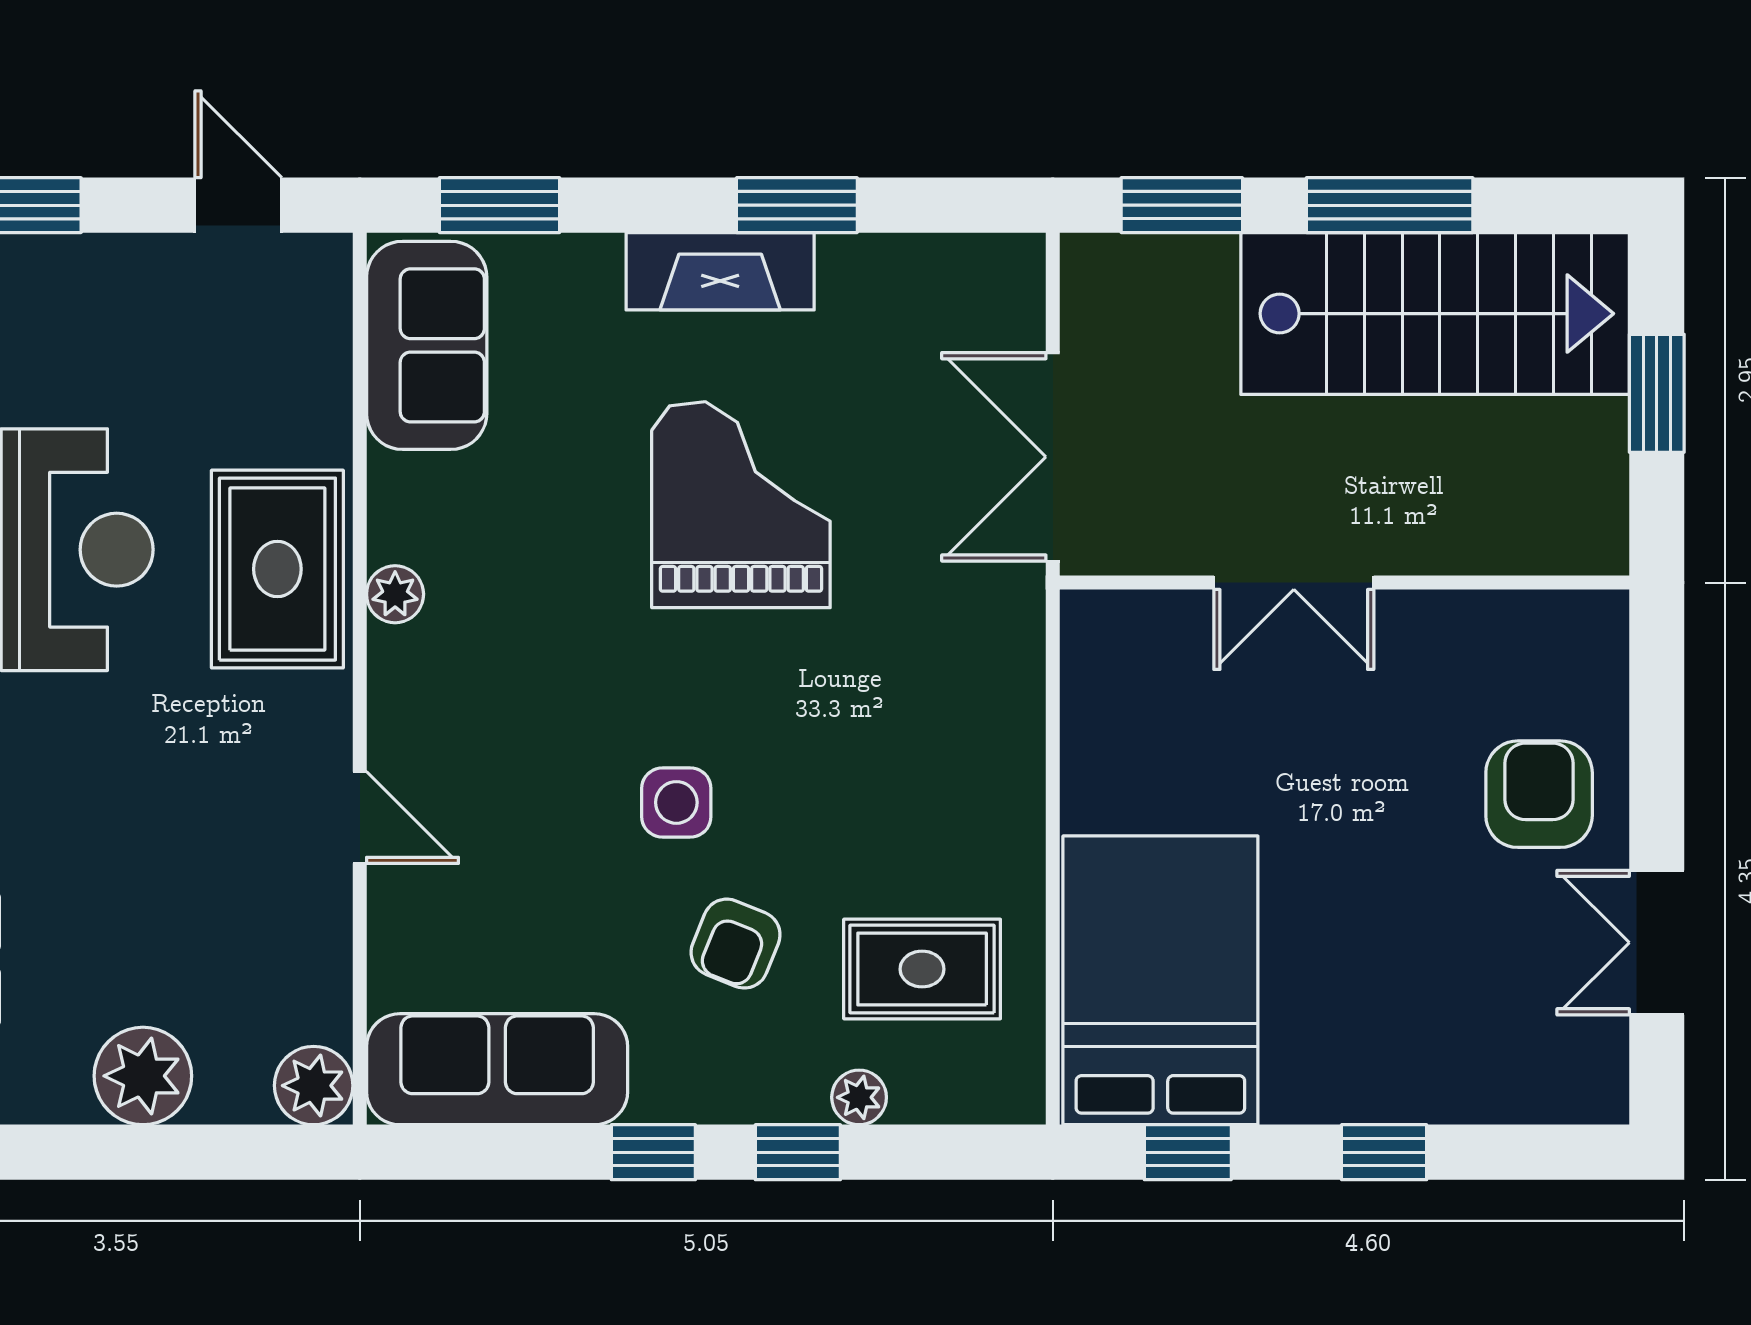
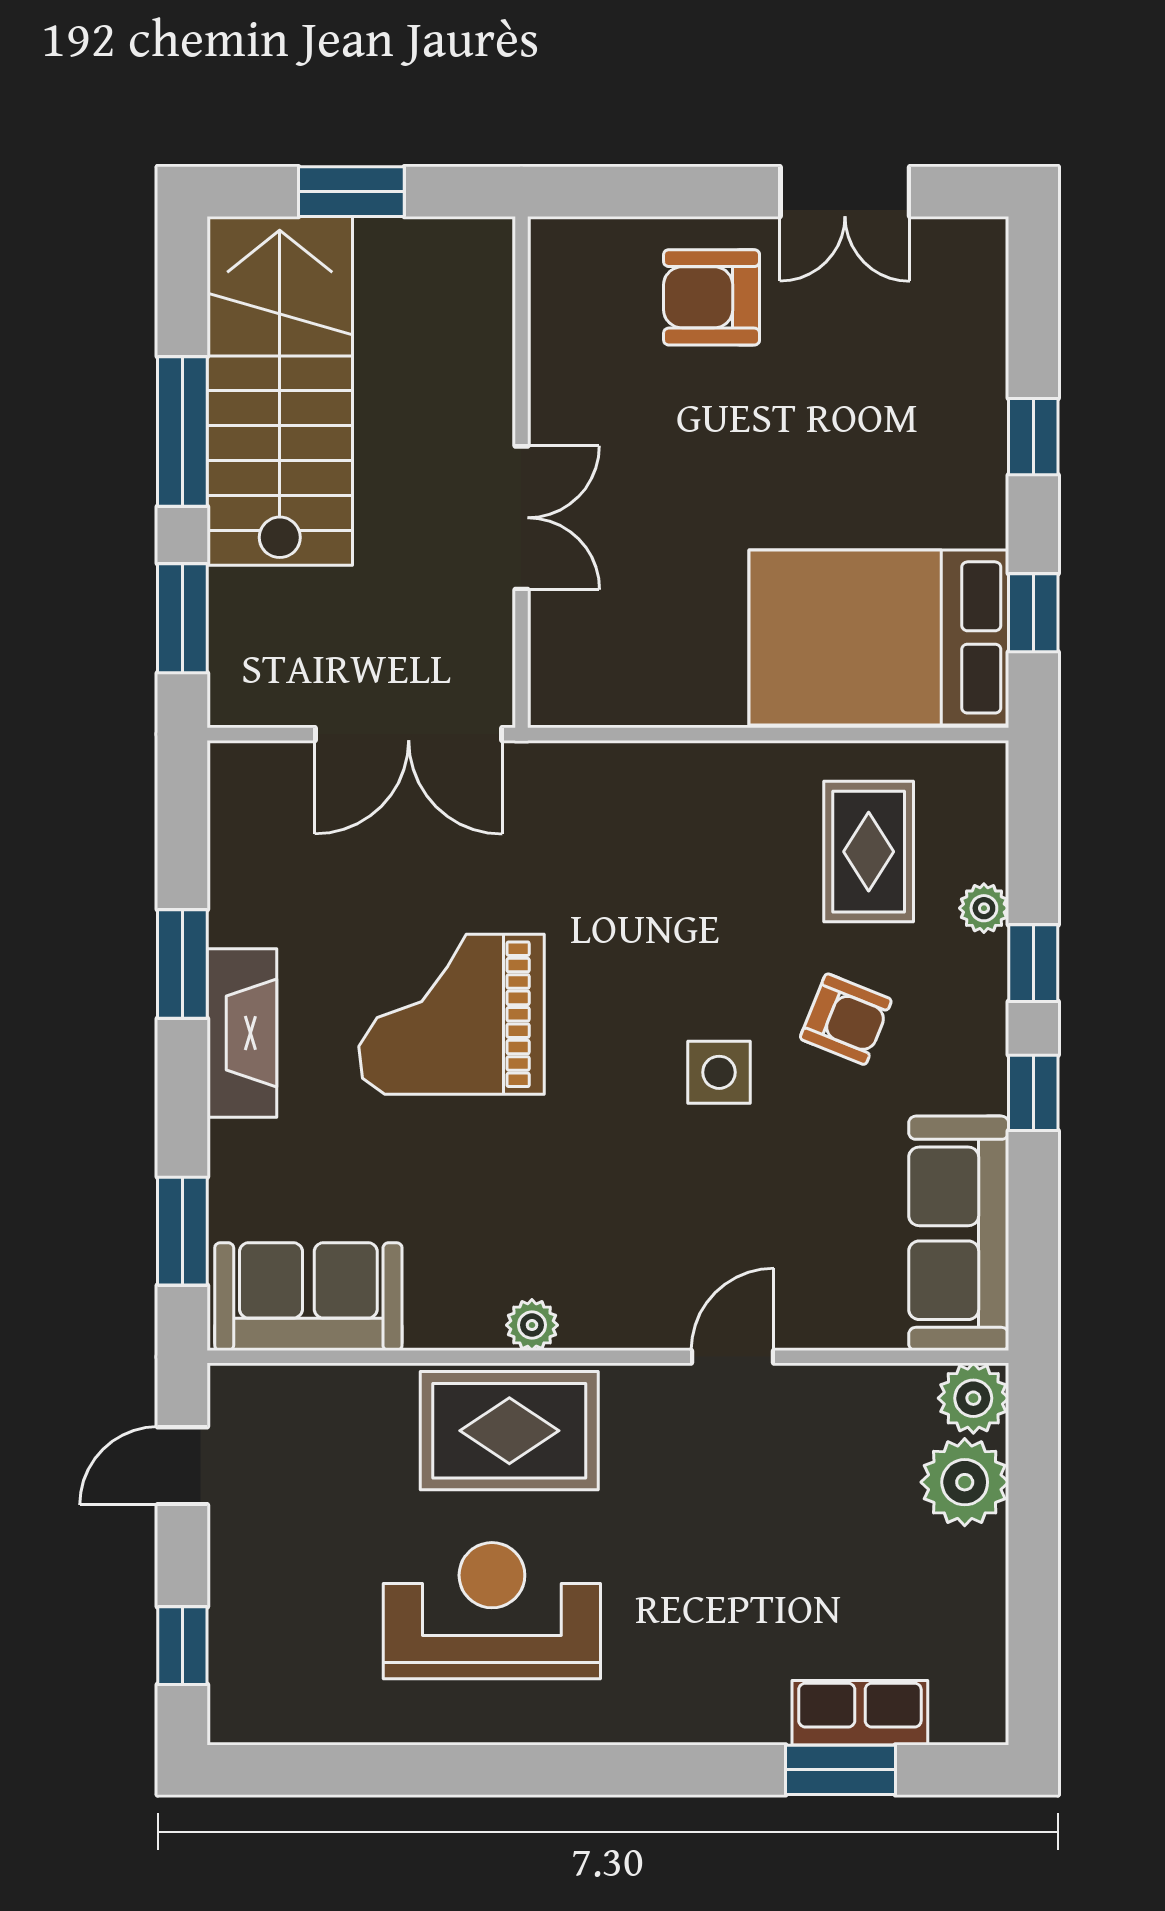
plant: (143, 1076) -> (965, 1482), moved

